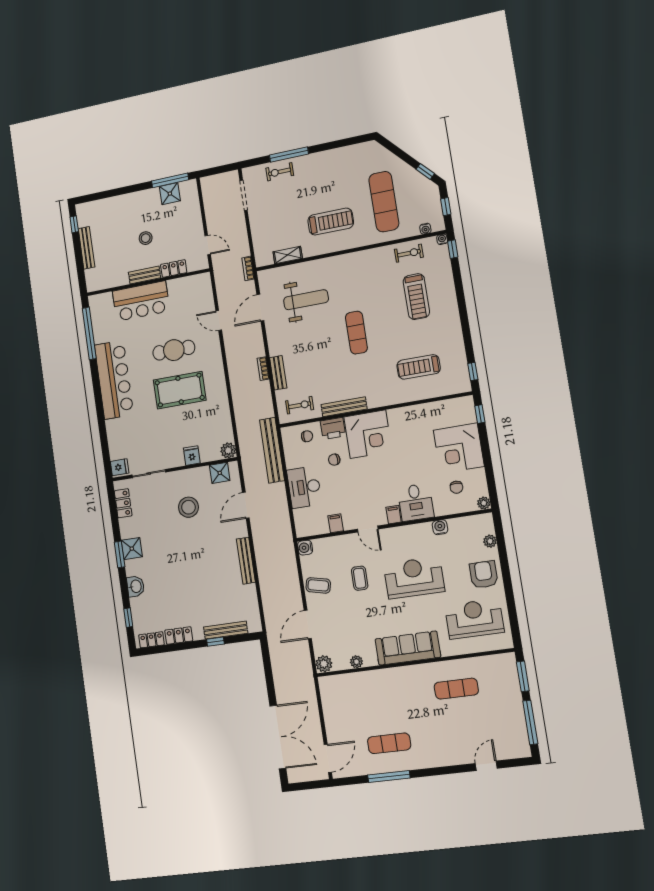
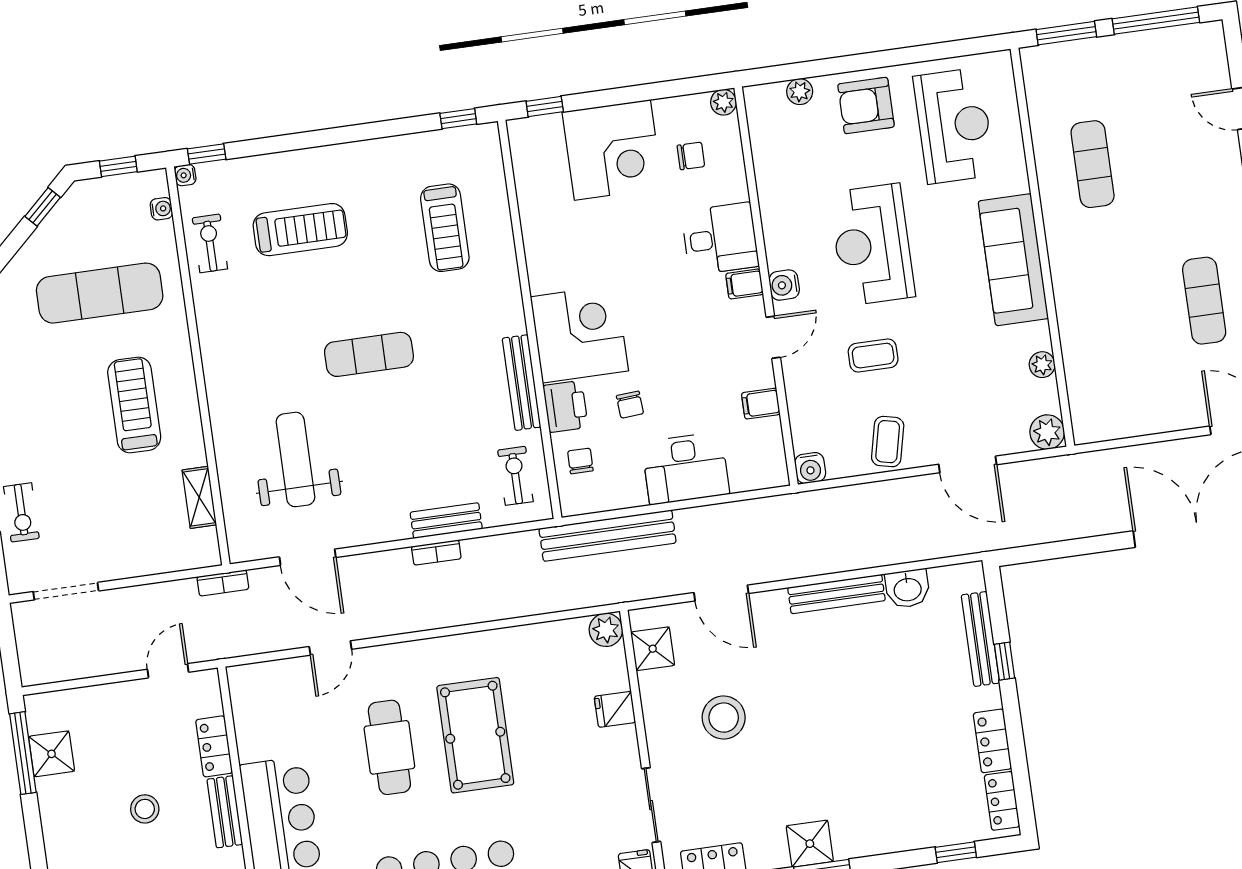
water cooler: (440, 527) -> (784, 285), moved
washbasin: (136, 586) -> (908, 589), moved, turned 180
reception desk: (474, 619) -> (954, 126), turned 180

